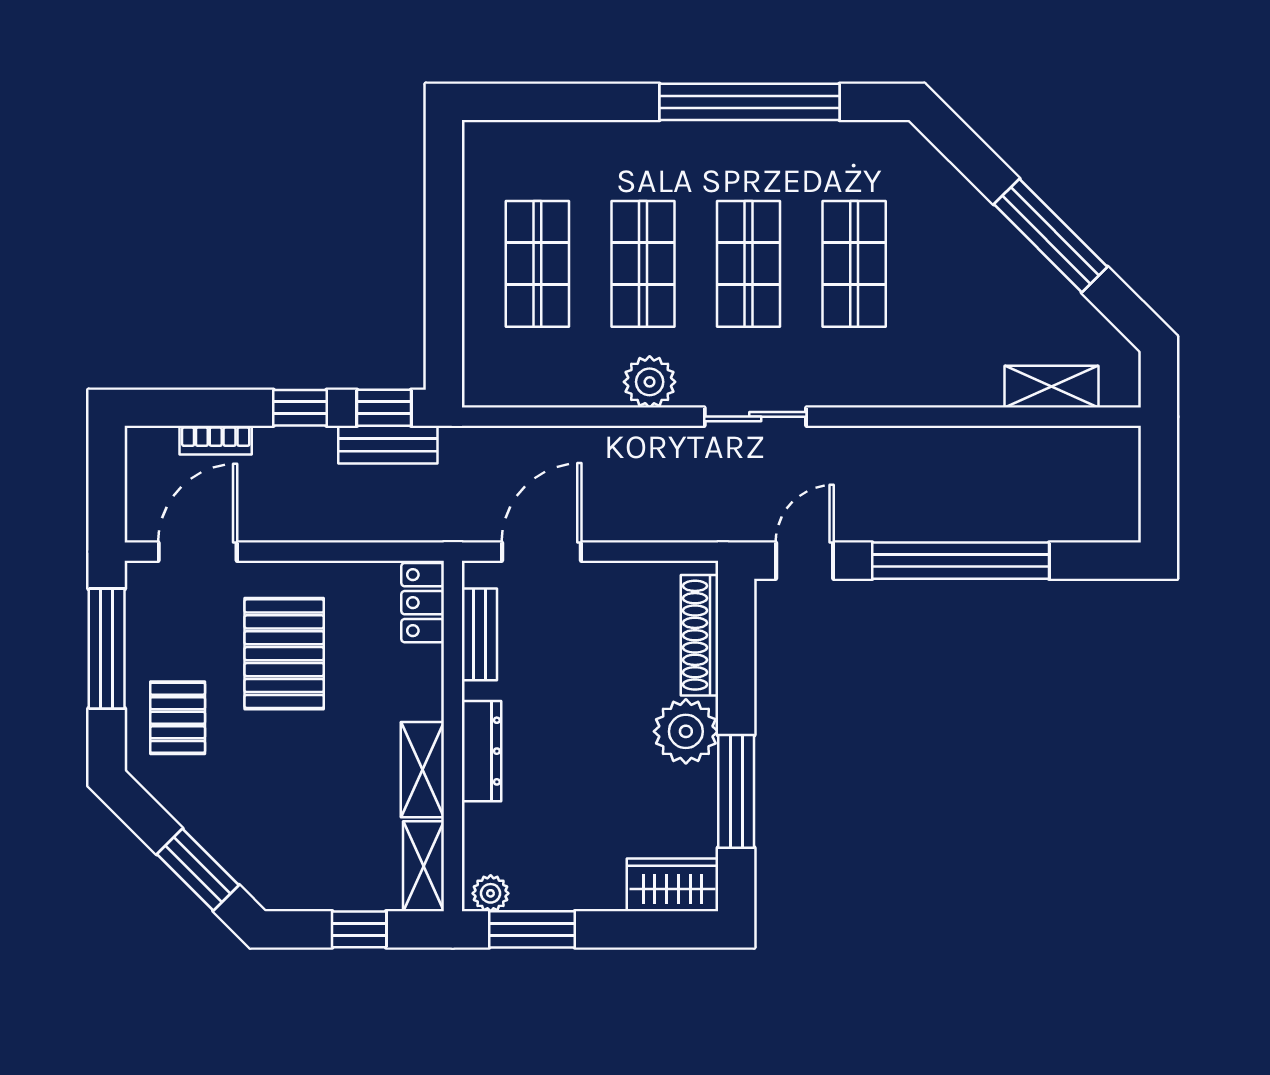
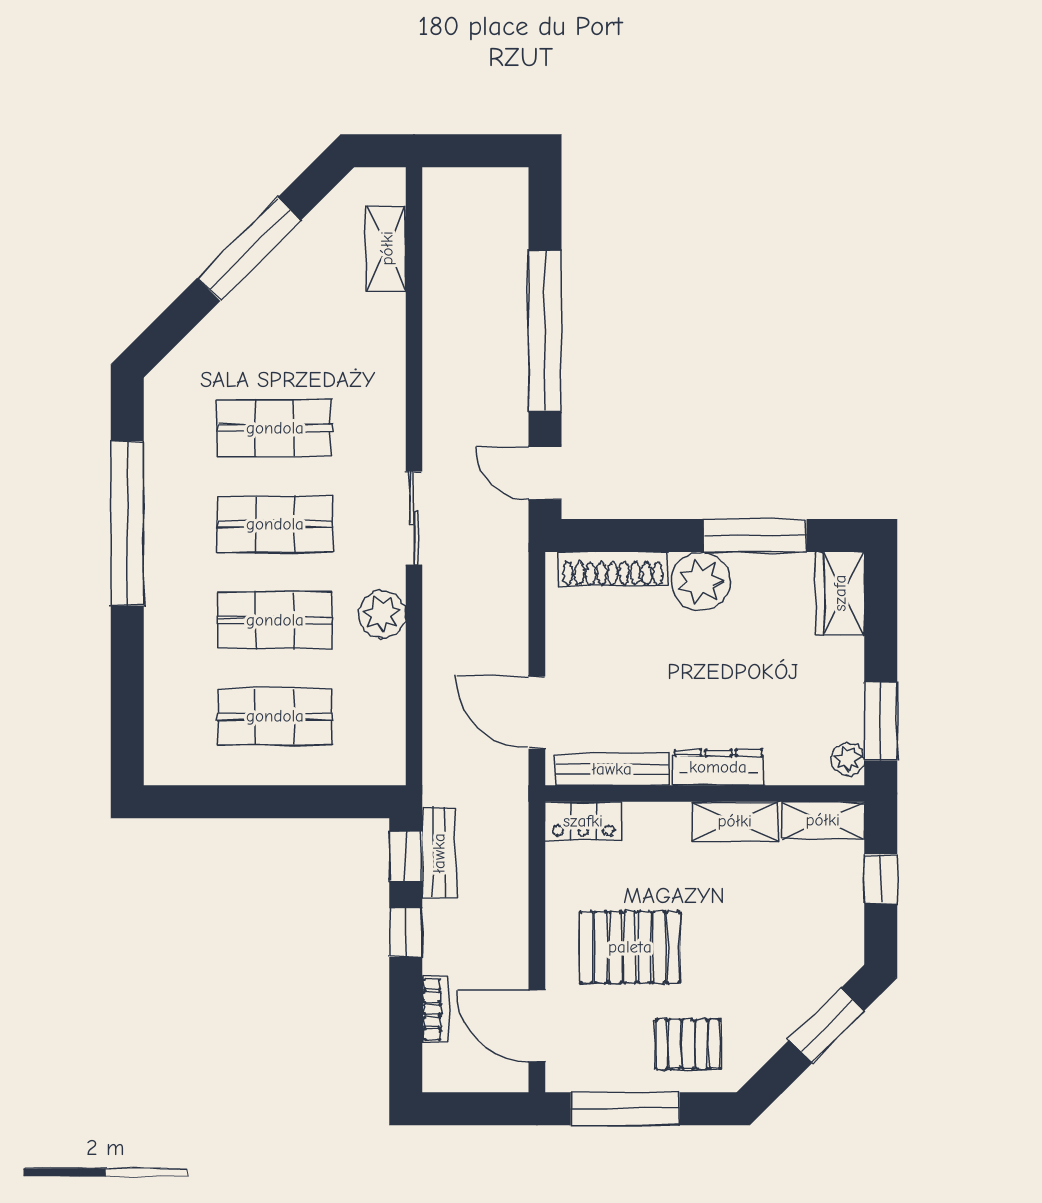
bench: (479, 634) -> (612, 769), width x1.36

